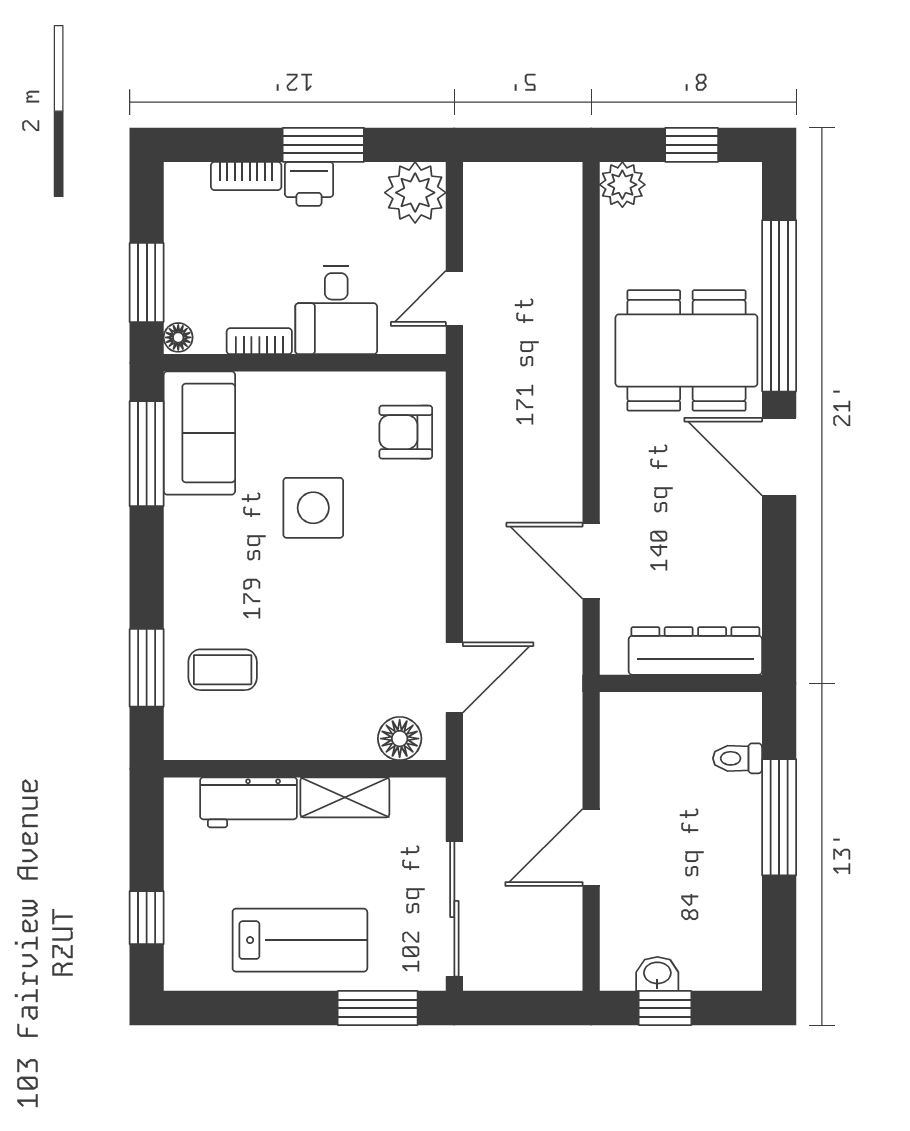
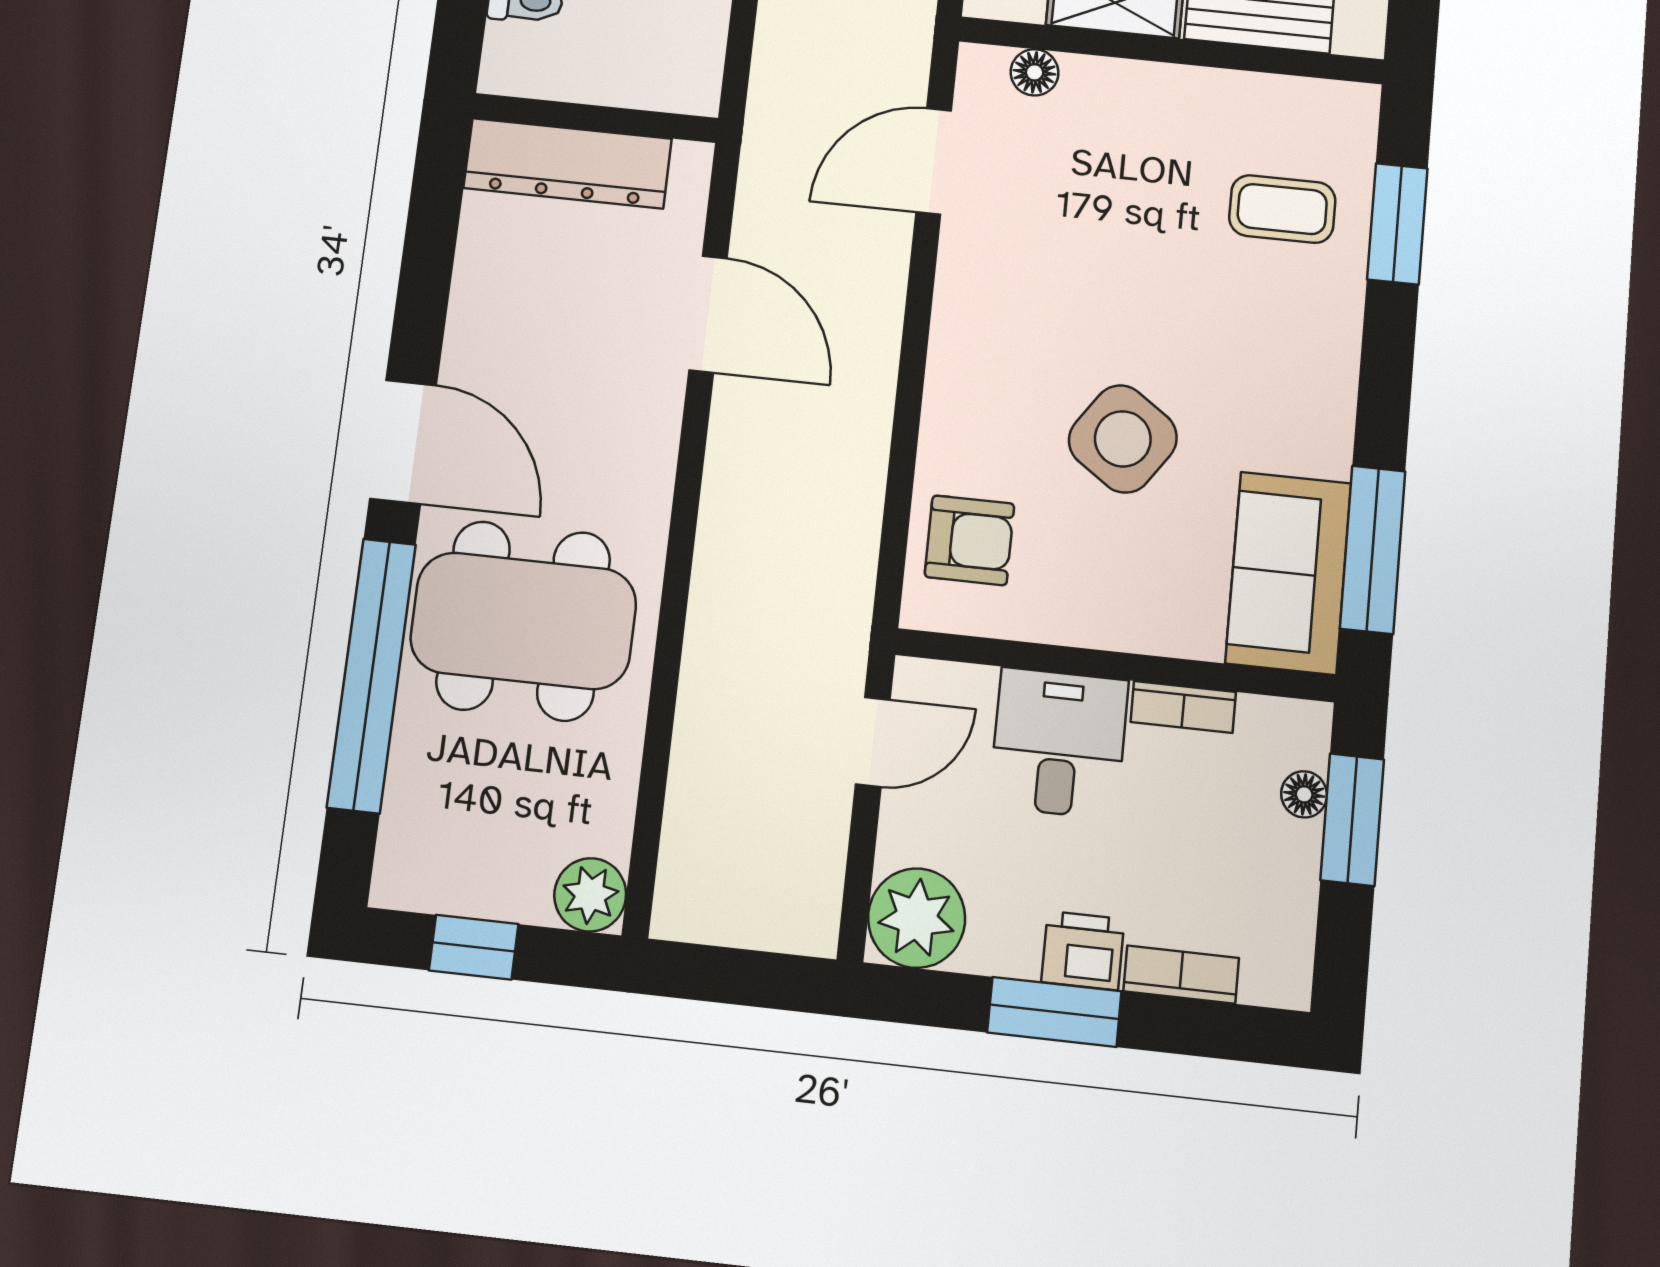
floor lamp: (178, 337) -> (1304, 794), moved
side table: (313, 508) -> (1123, 439), turned 35
floor lamp: (400, 739) -> (1035, 72), width x0.73, depth x0.73

